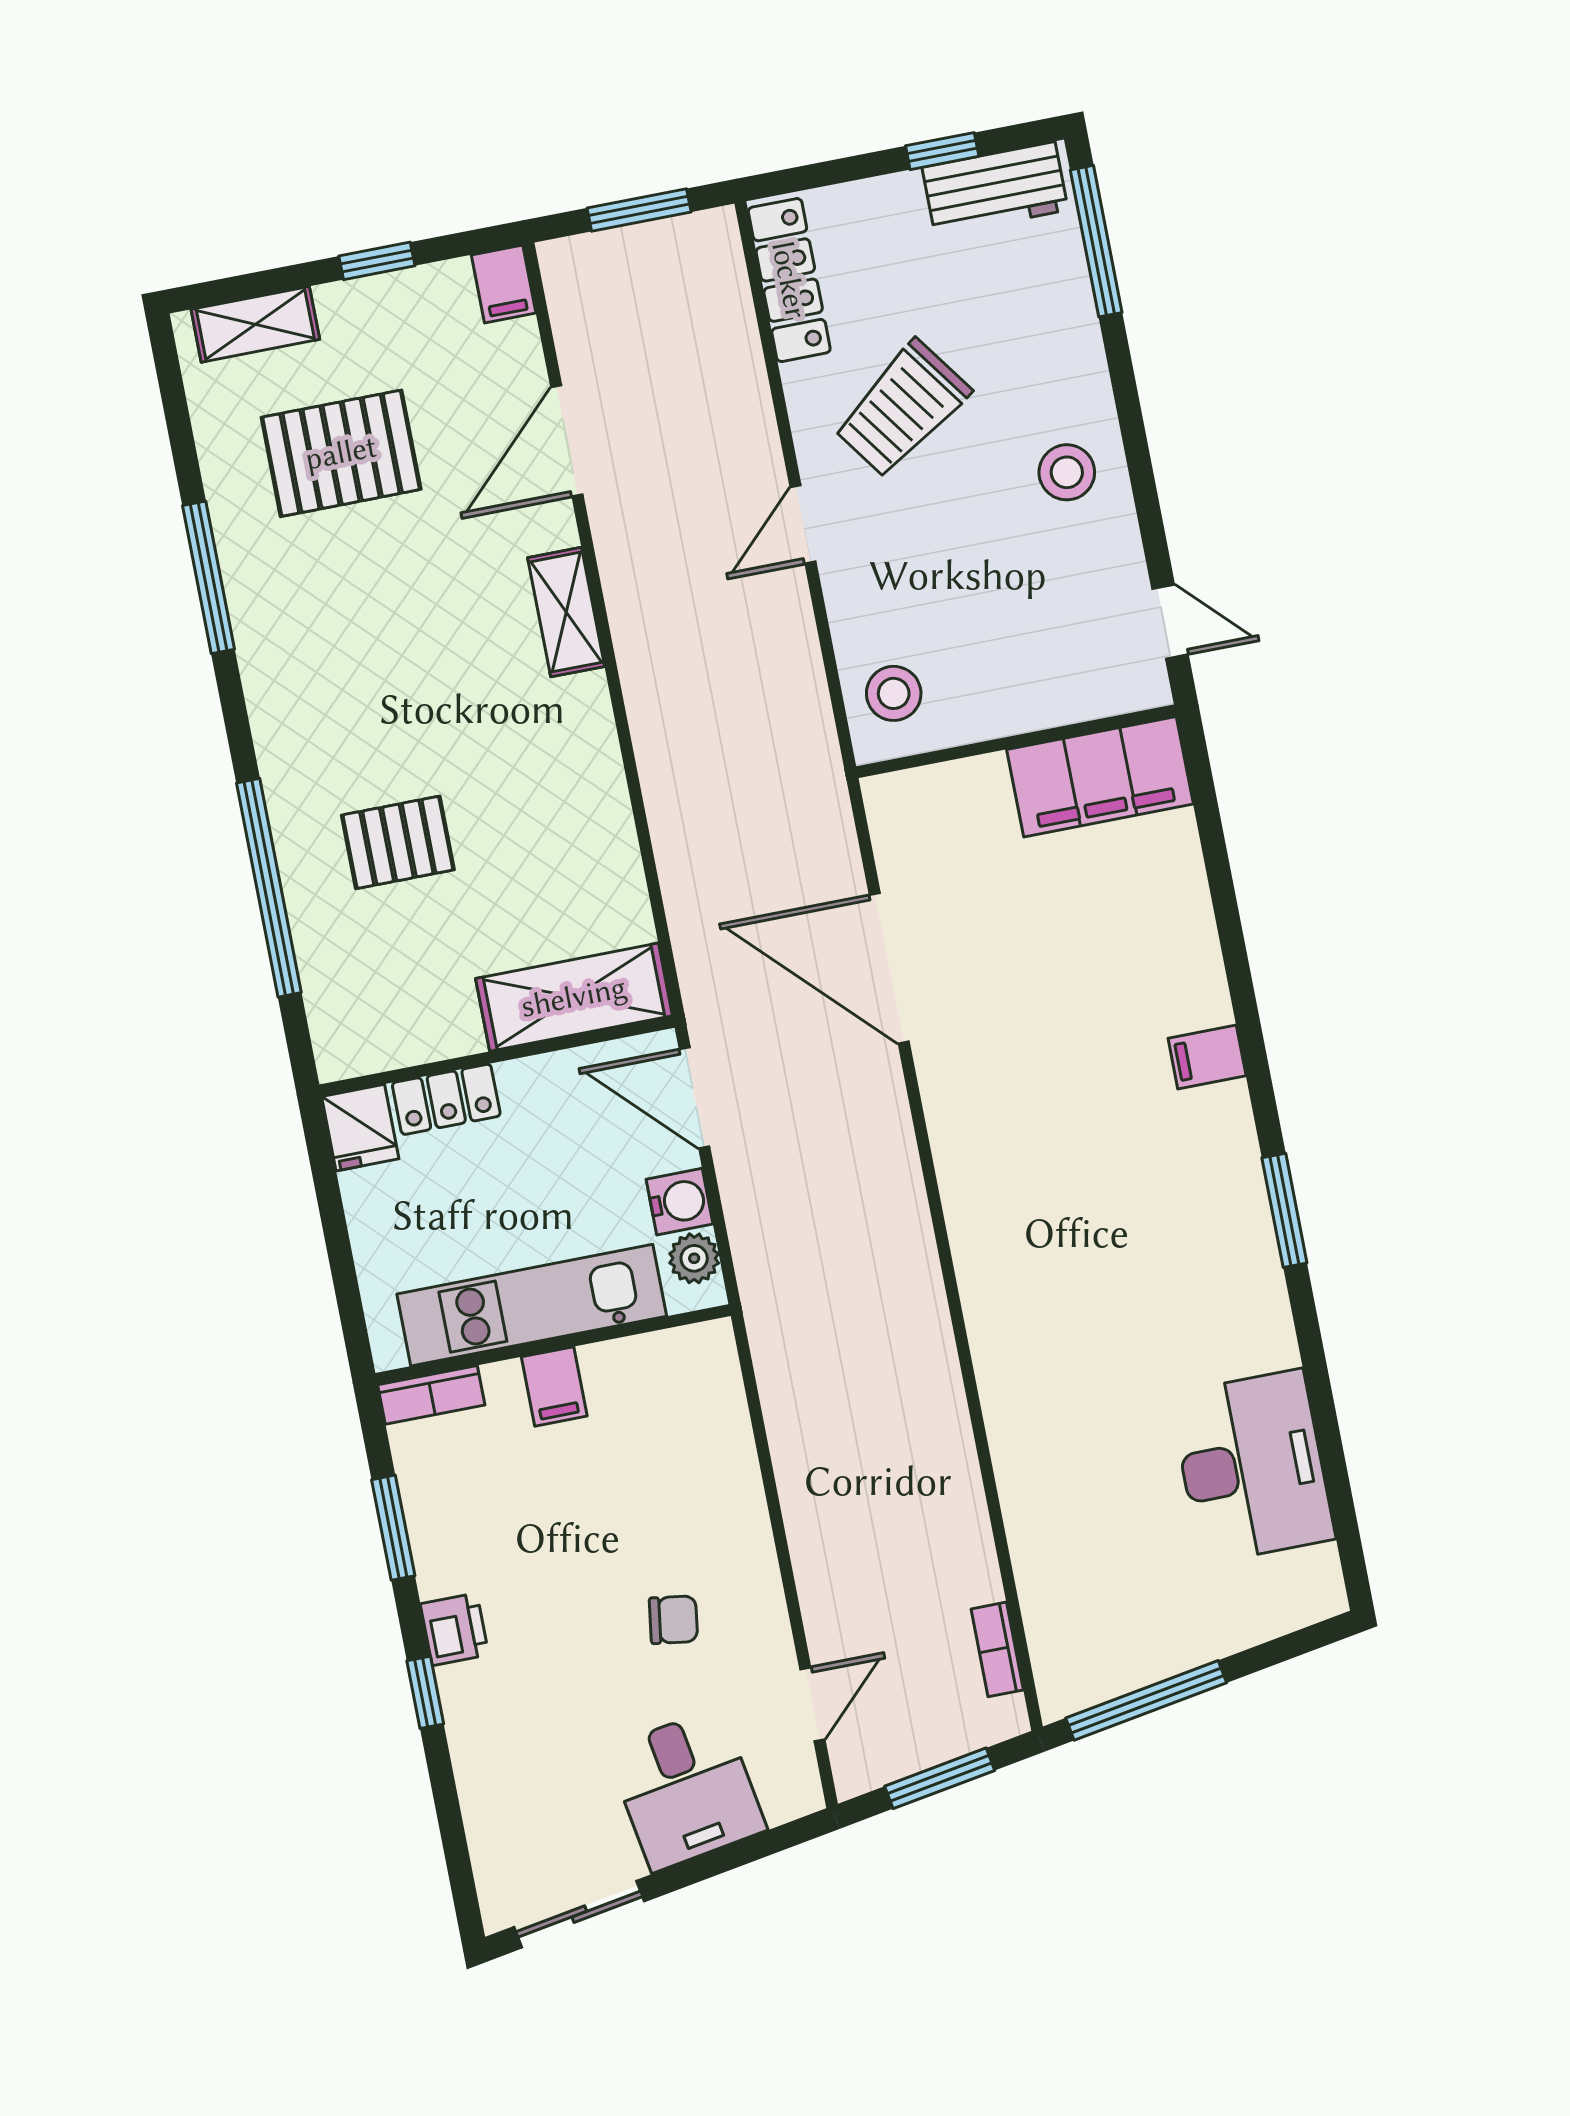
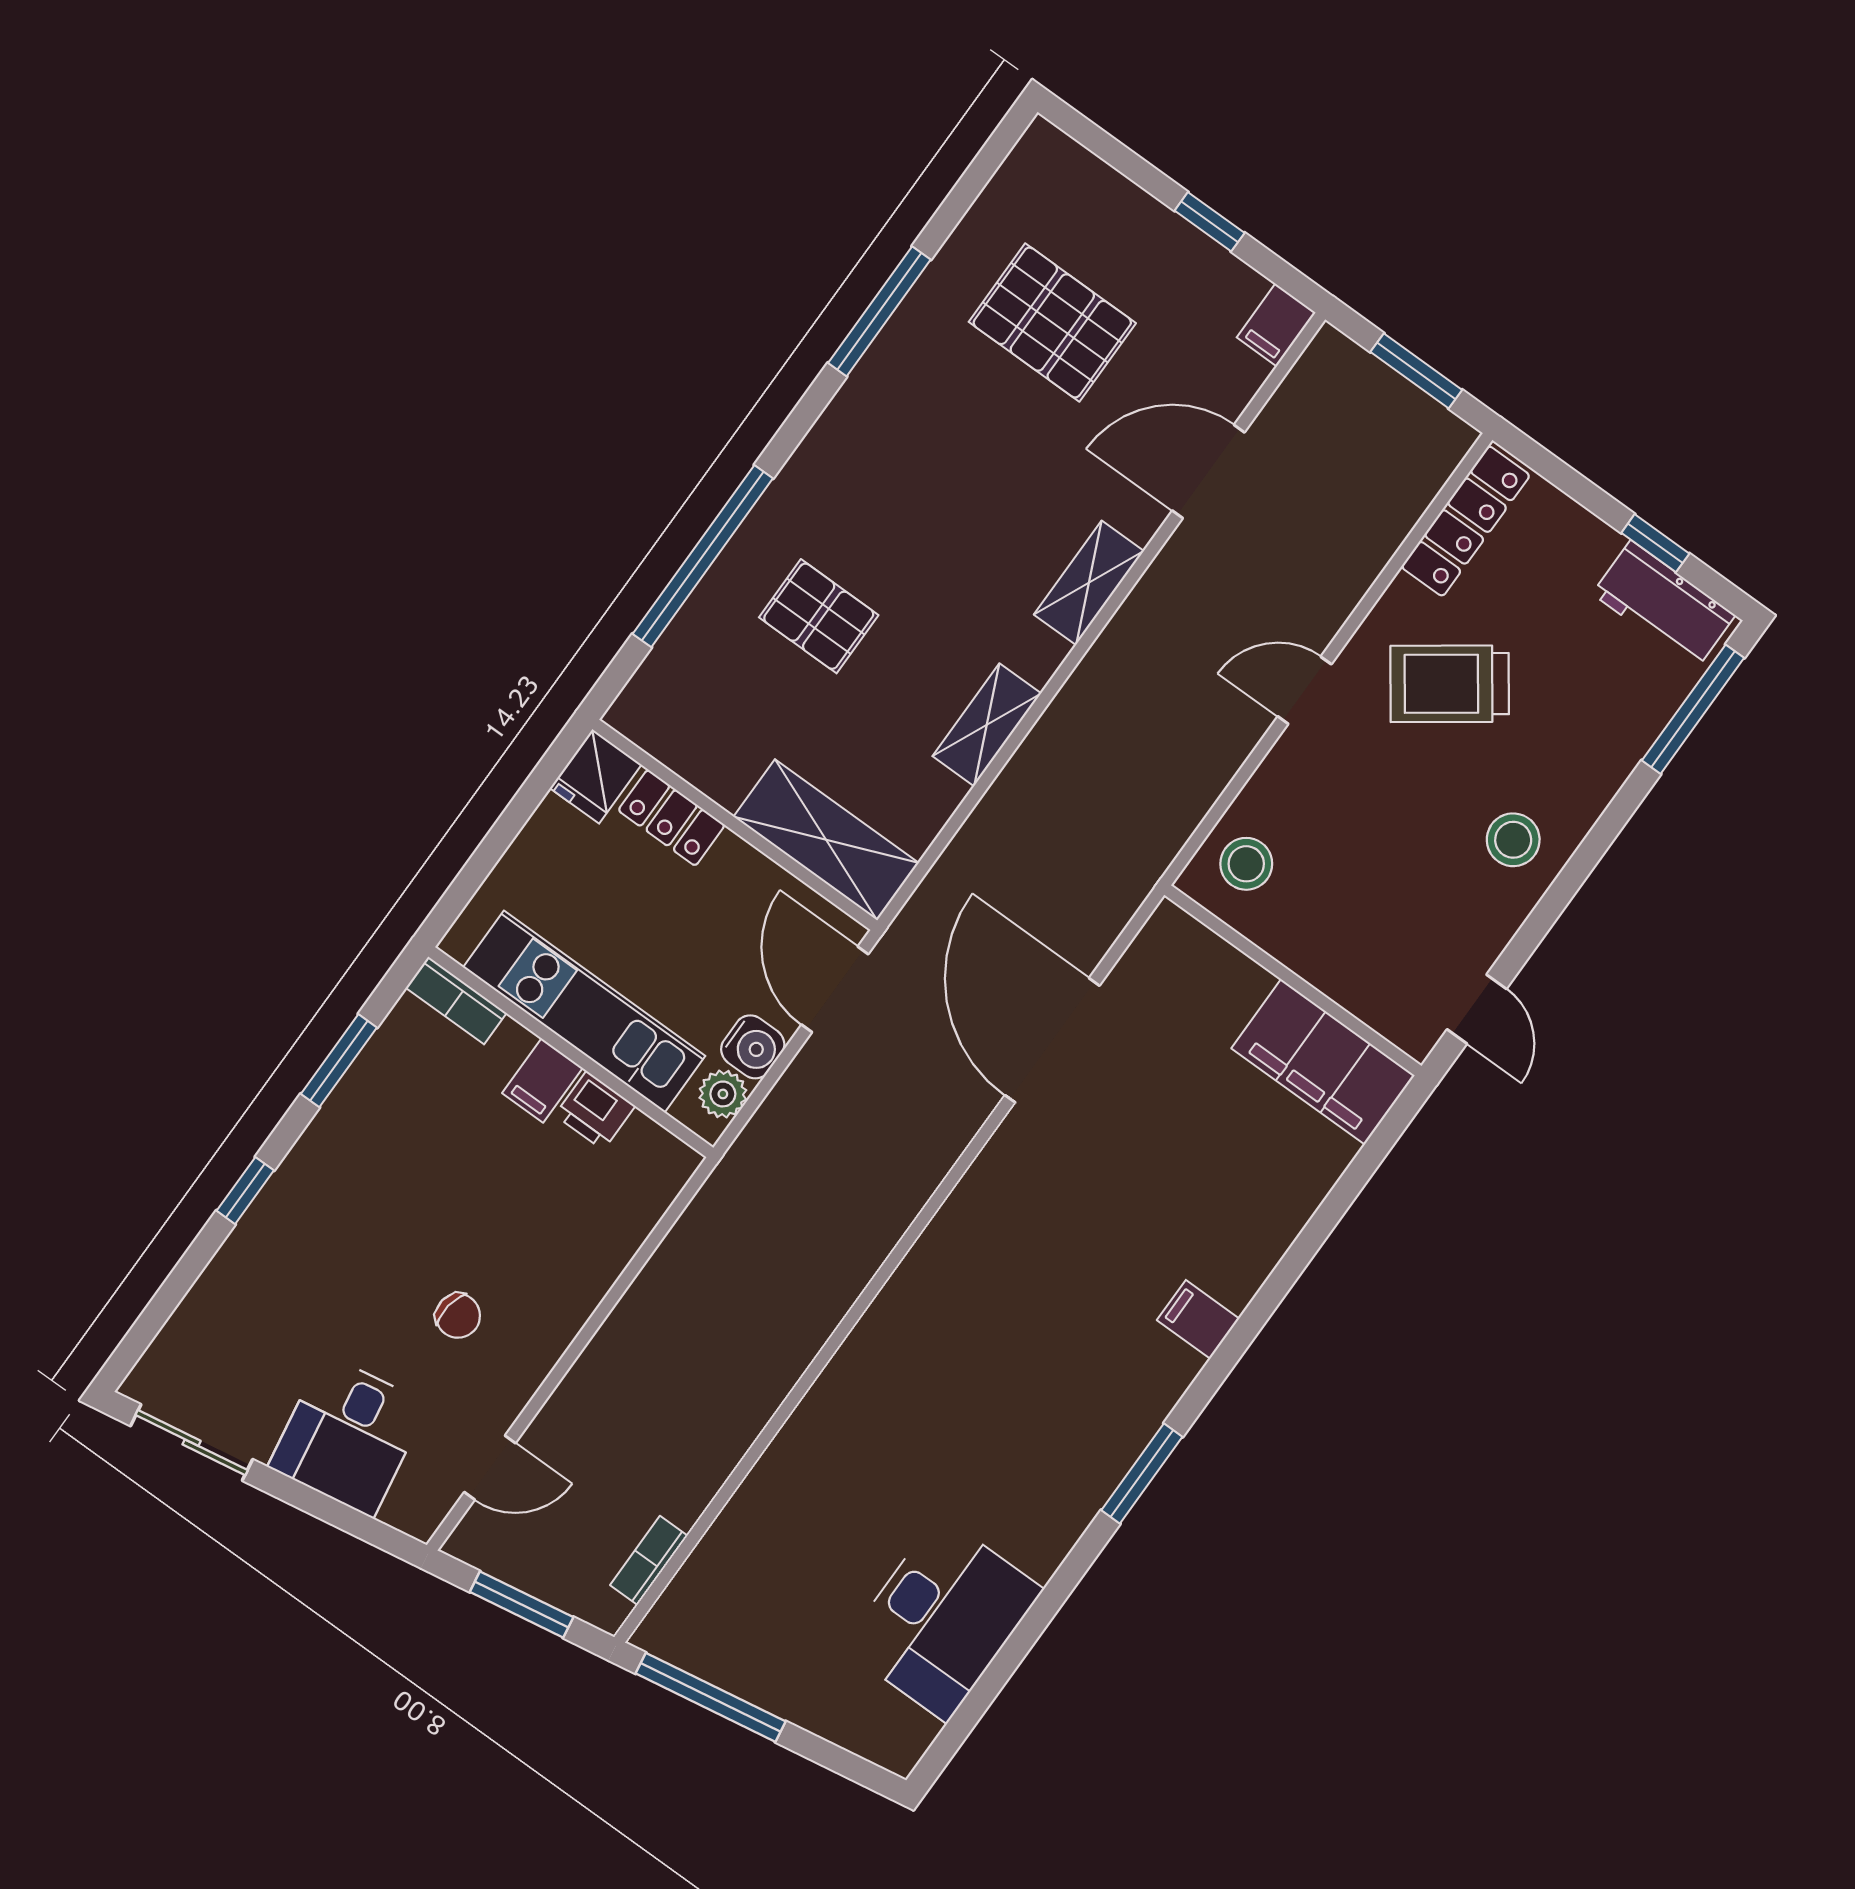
shelving: (255, 324) -> (987, 725), moved, turned 90
printer: (455, 1629) -> (595, 1111), moved, turned 90

